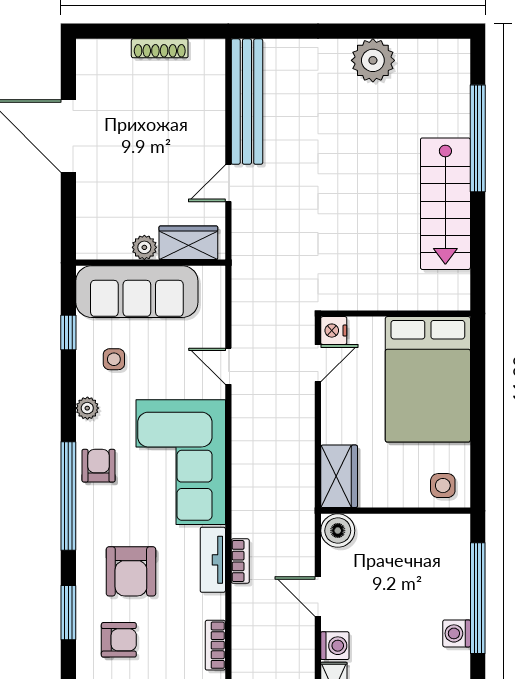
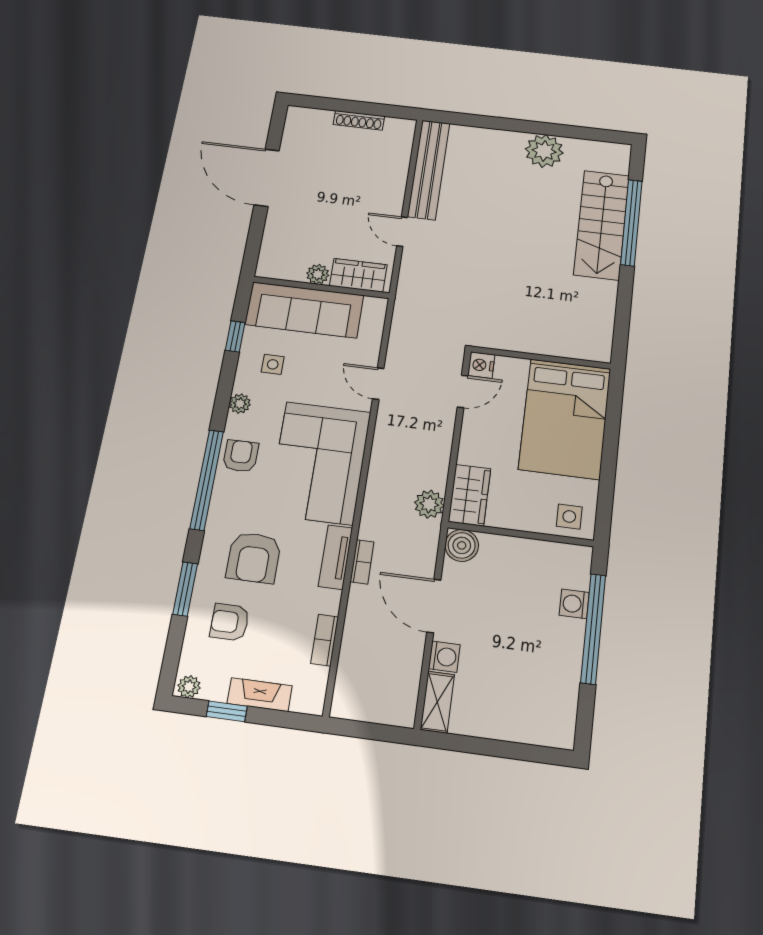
door: (228, 183) -> (402, 232), hinge flipped
stairs: (445, 204) -> (602, 225), moved
plant: (299, 491) -> (429, 504), added
door: (318, 596) -> (434, 606), width x1.38
washing machine: (457, 633) -> (574, 604), moved
armchair: (119, 640) -> (230, 622), turned 180

